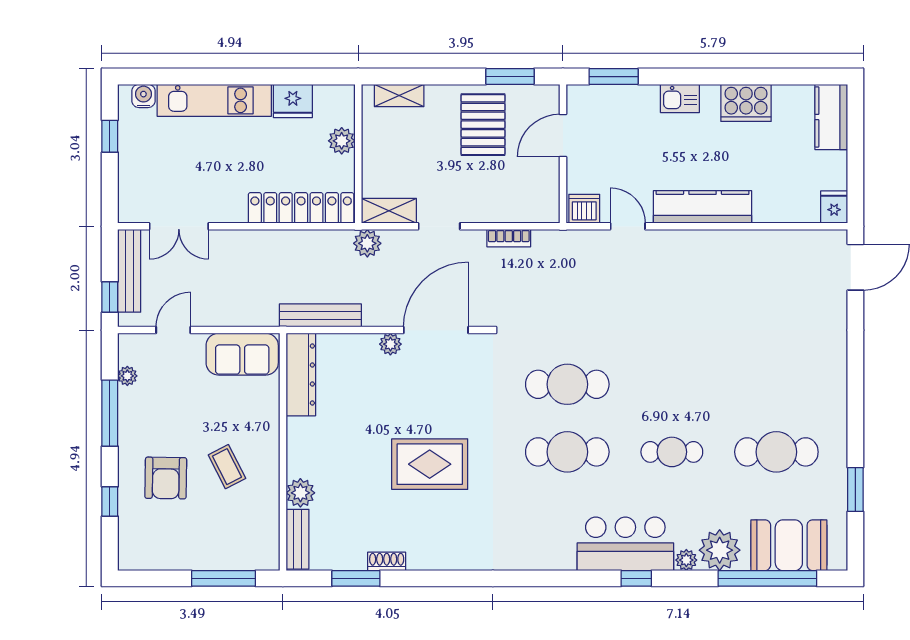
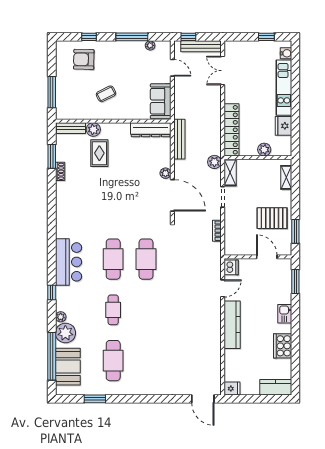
rug: (430, 464) -> (99, 153), moved, width x0.73, depth x0.70
armchair: (166, 478) -> (84, 59), moved
bar counter: (625, 544) -> (69, 262), moved

